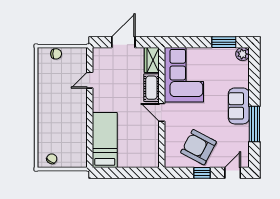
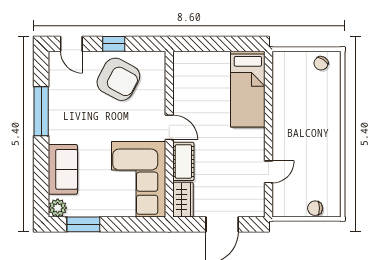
sofa: (239, 106) -> (63, 169), moved
door: (233, 173) -> (71, 44), hinge flipped

